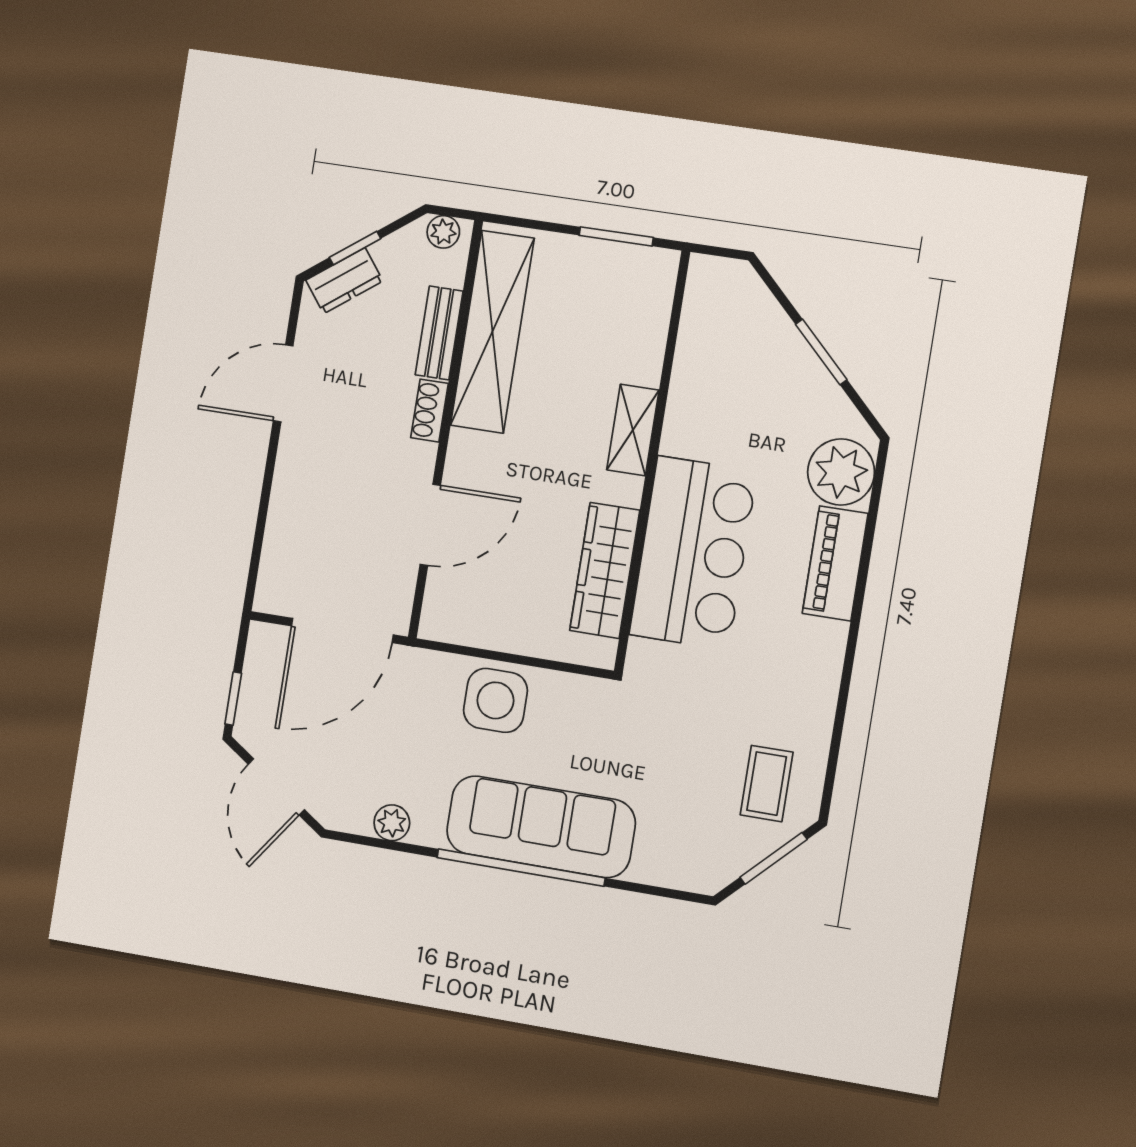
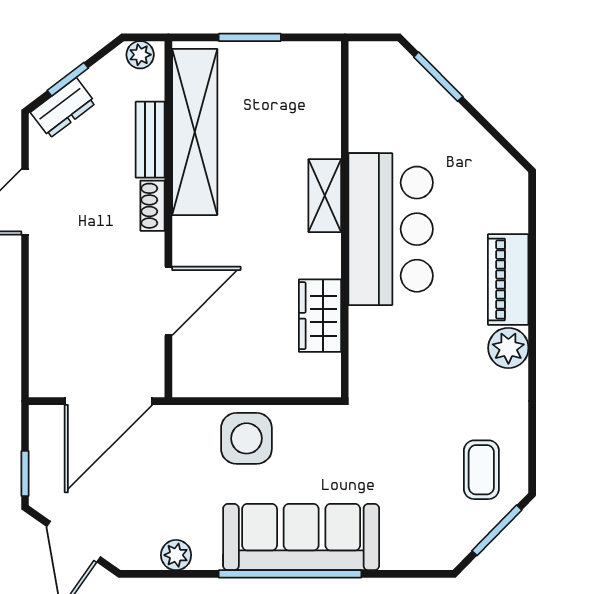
window: (616, 236) -> (250, 37), moved
window: (821, 352) -> (438, 77), moved
plant: (841, 472) -> (508, 348), moved, width x0.73, depth x0.73
bar counter: (693, 553) -> (391, 229), moved
wardrobe: (605, 570) -> (320, 316), width x0.67

